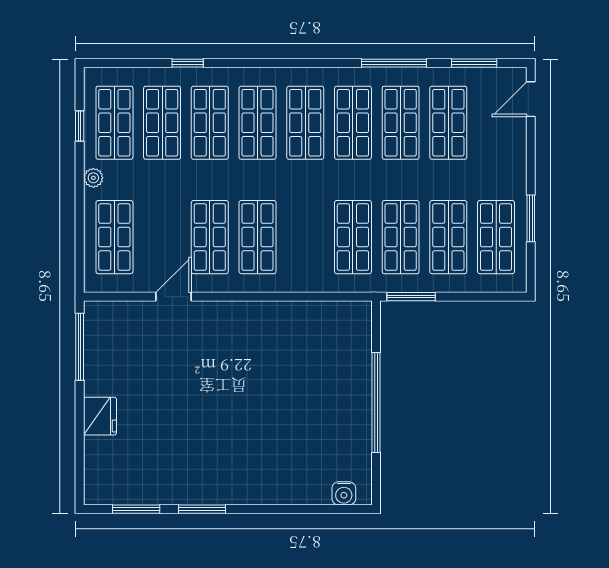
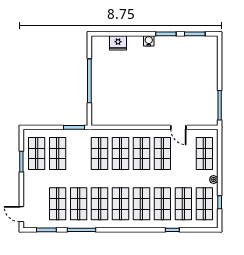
door: (531, 99) -> (21, 214), swing flipped
shop shelf: (401, 237) -> (121, 153), moved
door: (173, 297) -> (178, 127), hinge flipped
fridge: (100, 416) -> (118, 43), moved, turned -90
water cooler: (344, 493) -> (149, 41), moved

